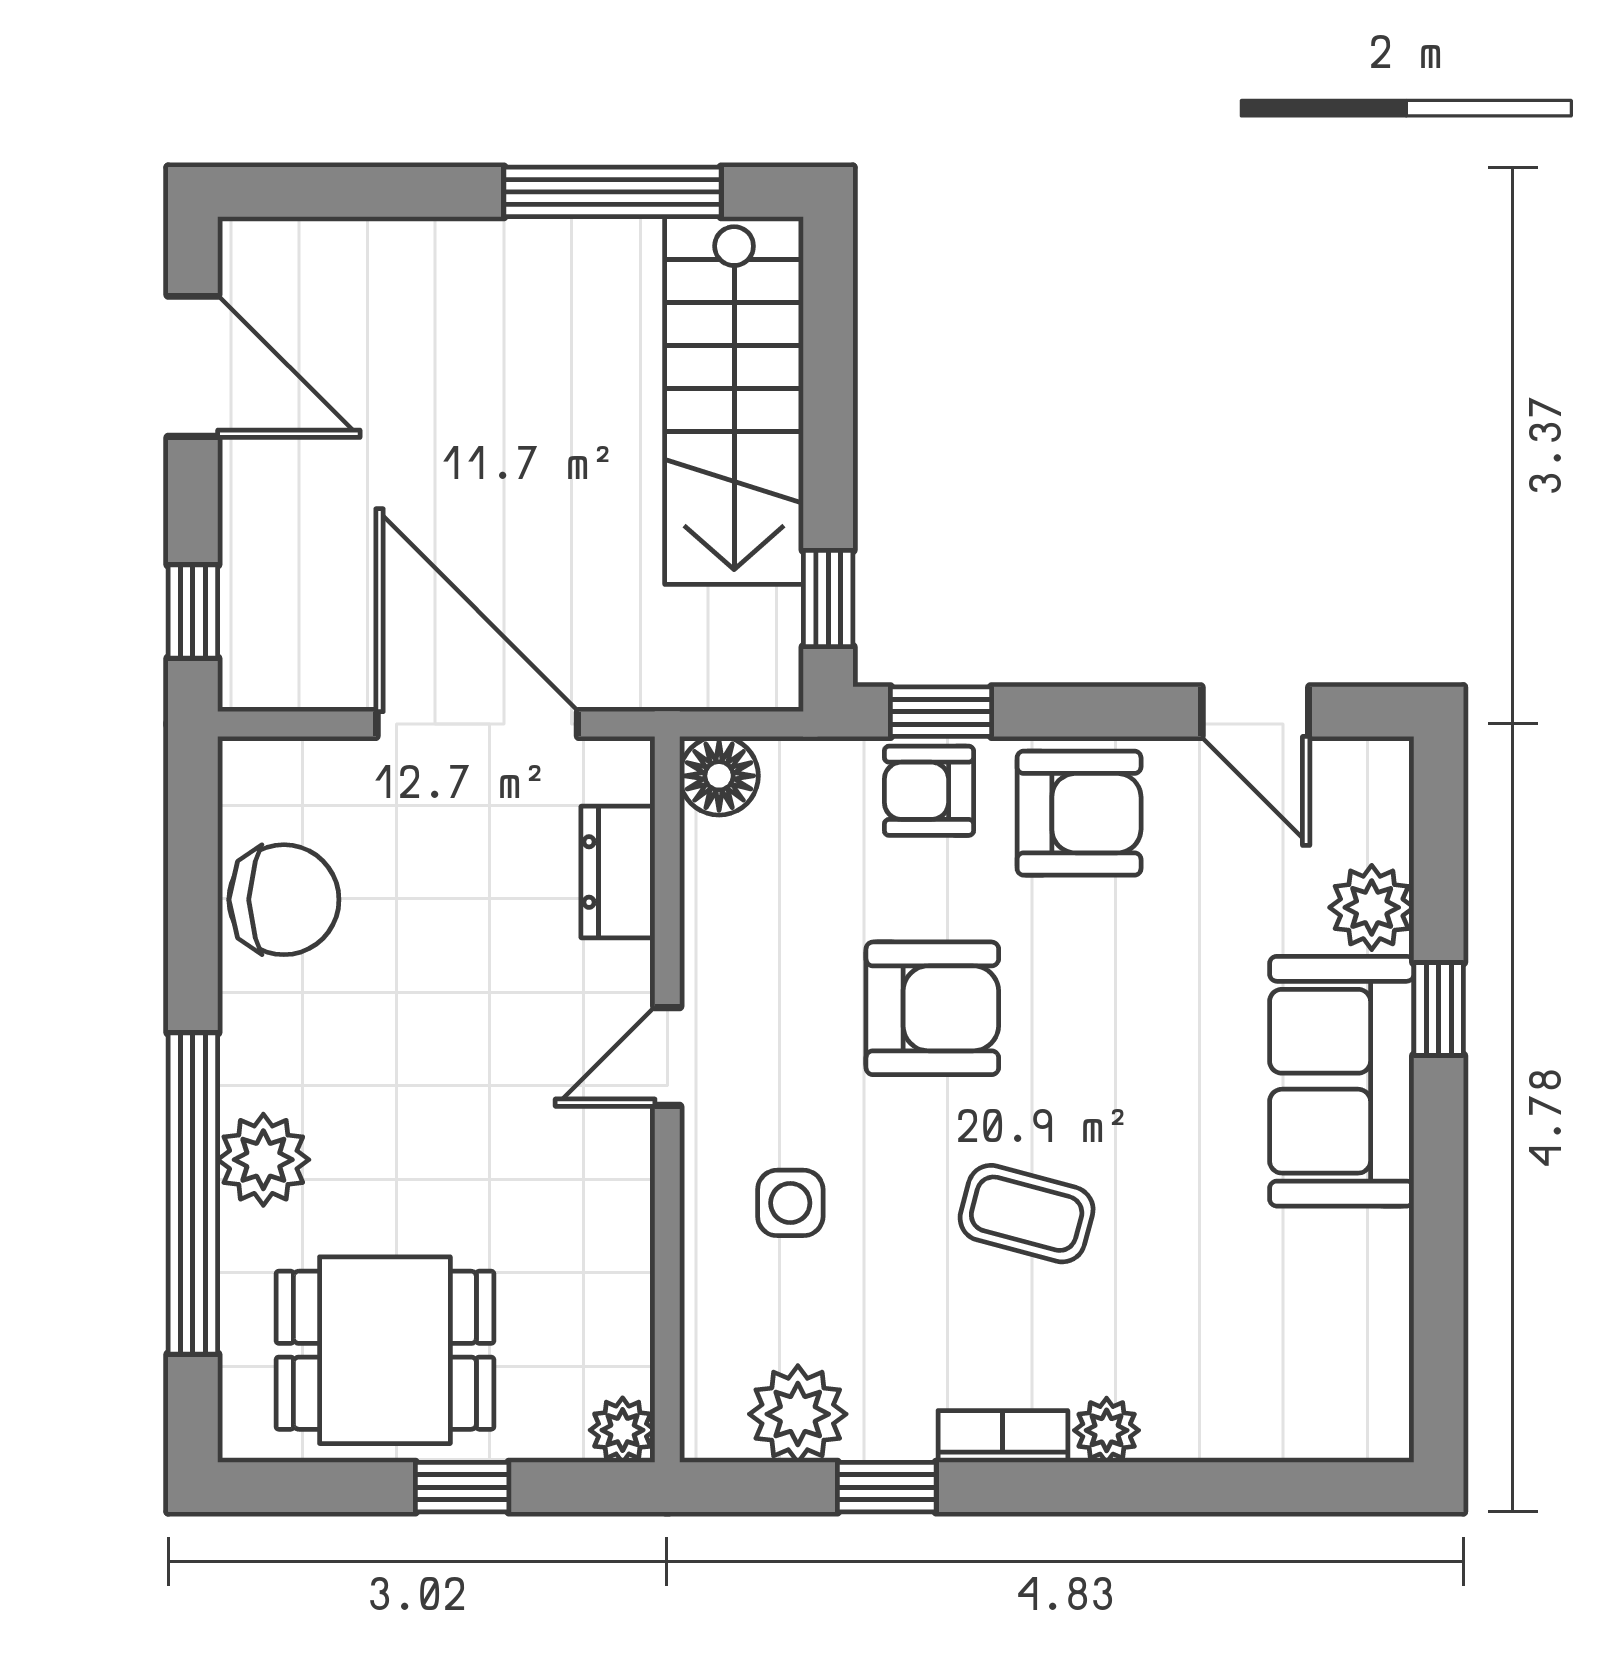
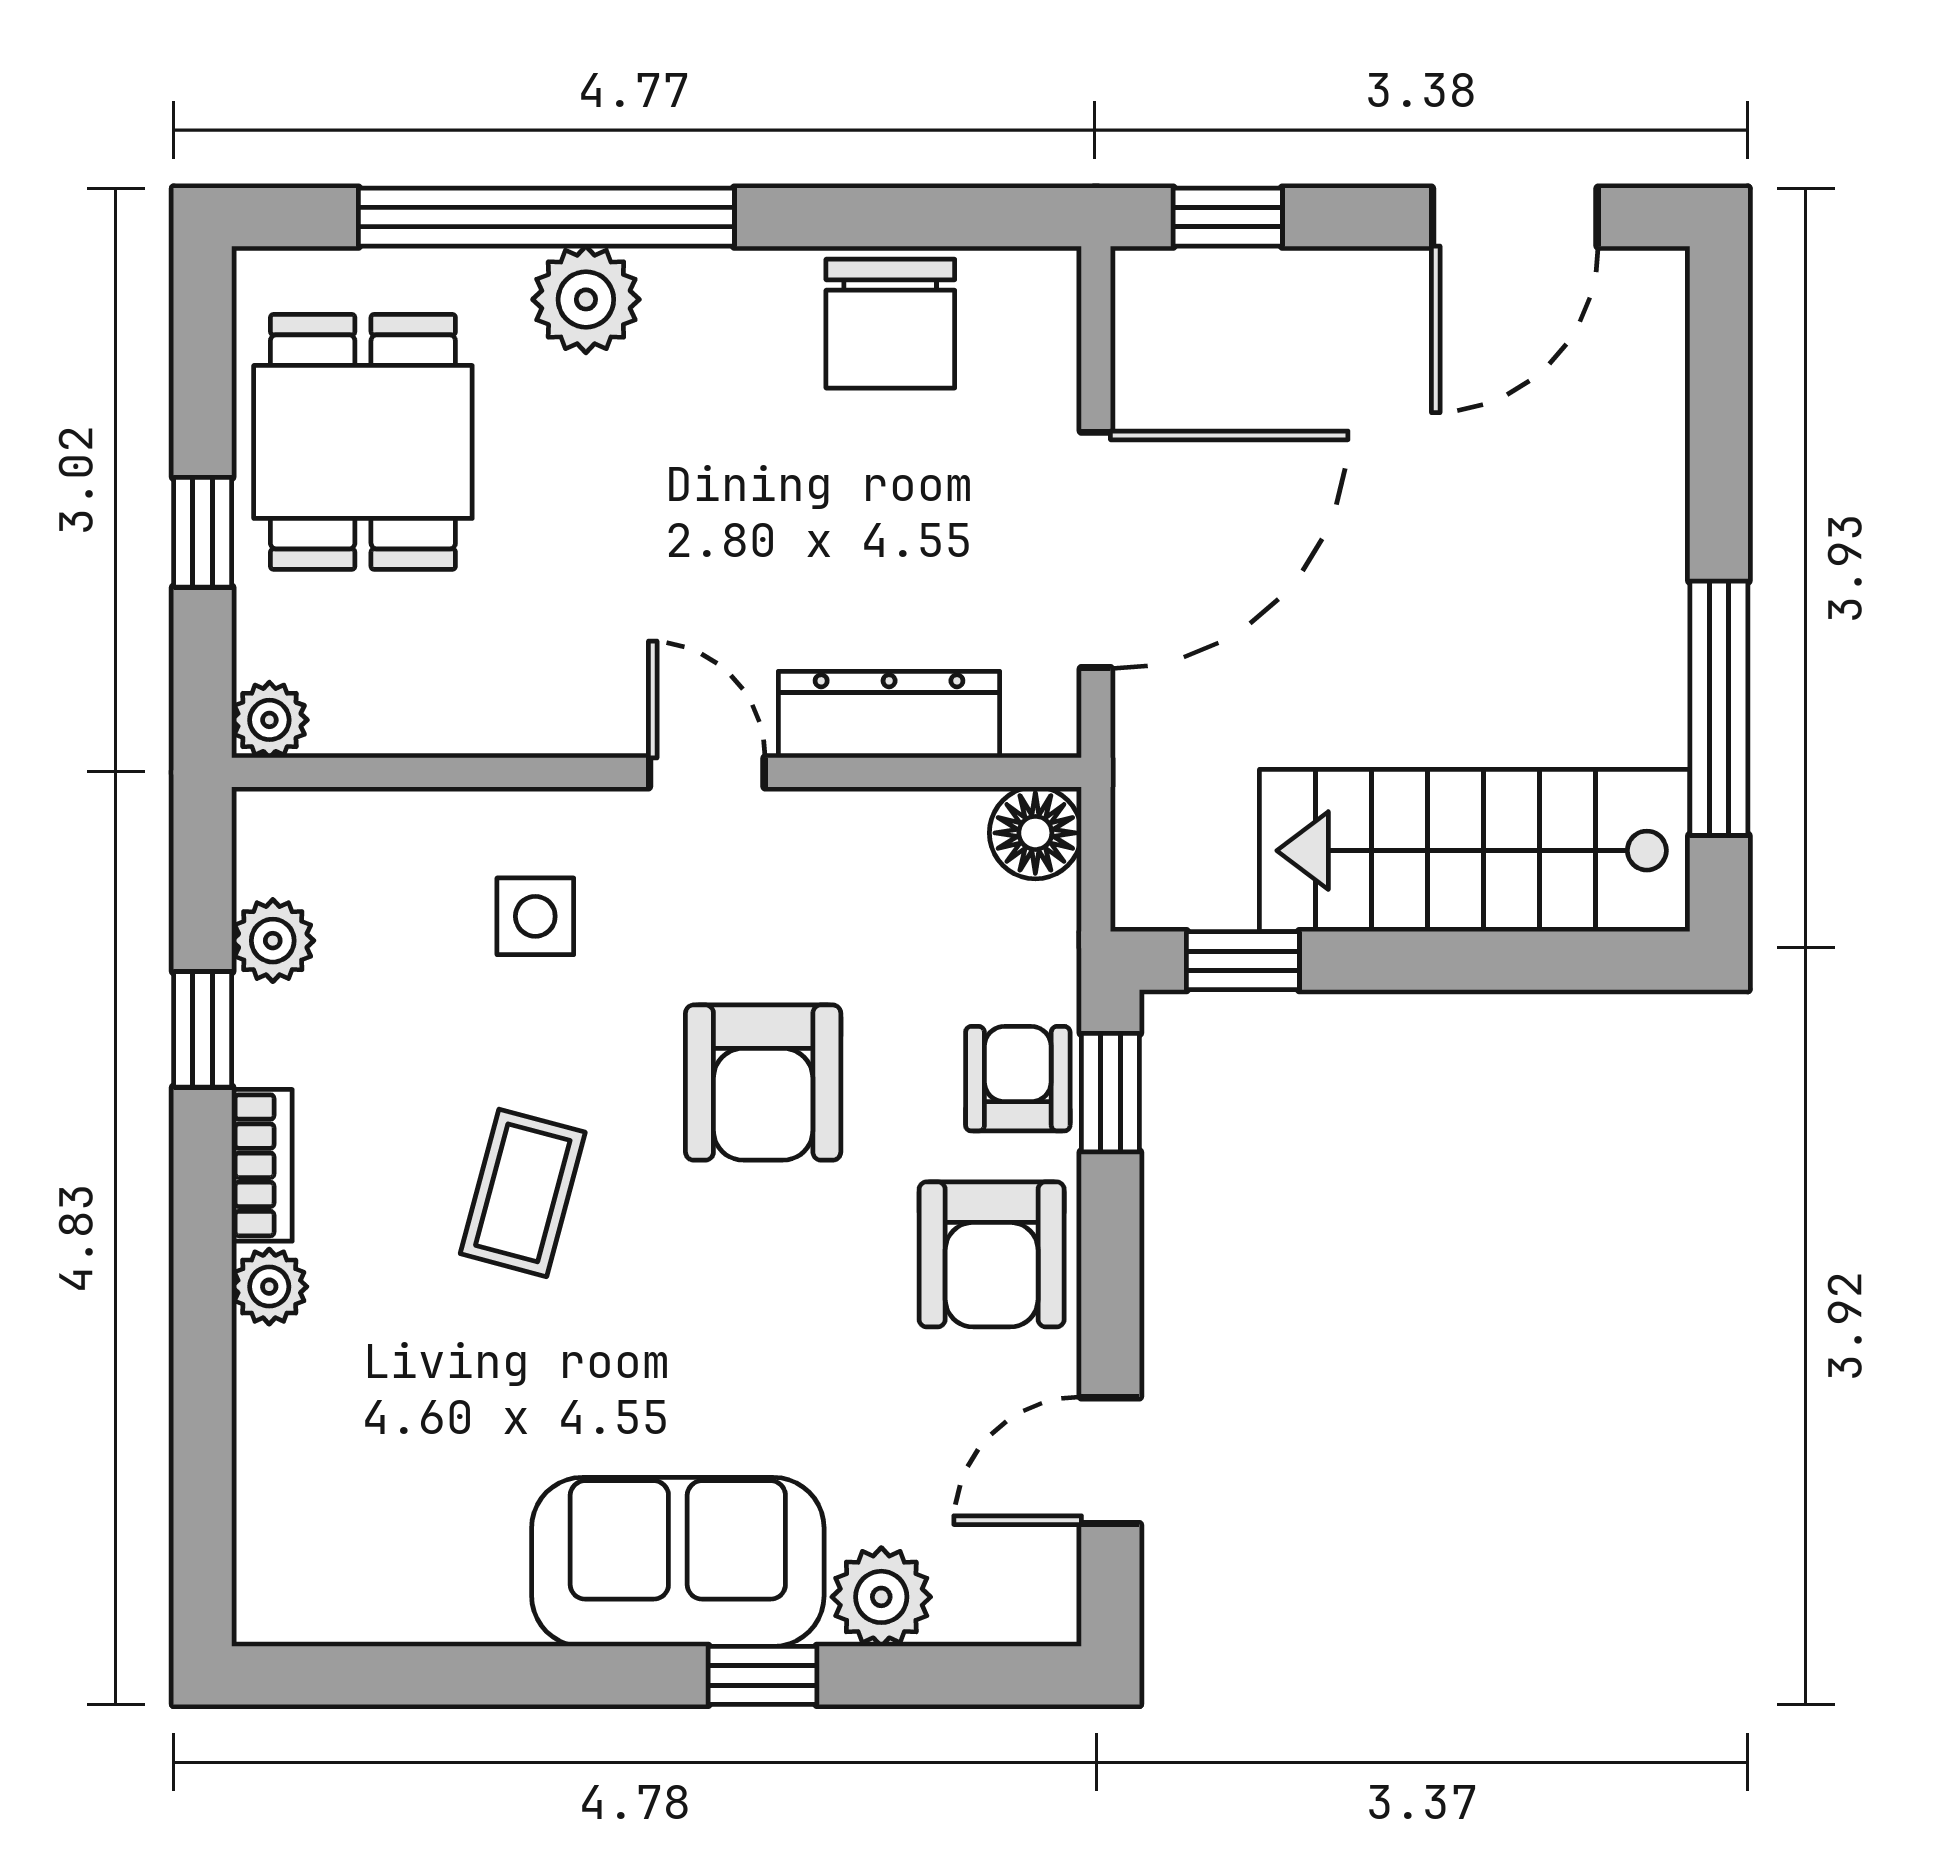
dresser: (618, 872) -> (889, 715), width x1.44
plant: (798, 1414) -> (273, 941), width x0.73, depth x0.73

